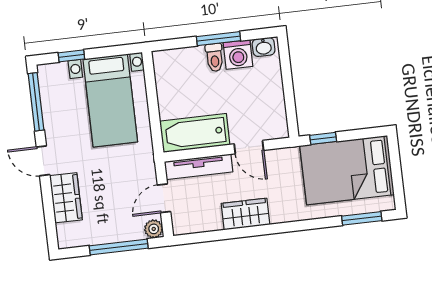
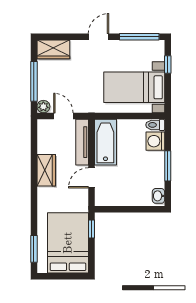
washing machine: (238, 54) -> (155, 141), moved
toilet: (215, 58) -> (155, 125), moved
wardrobe: (66, 198) -> (53, 49), moved

